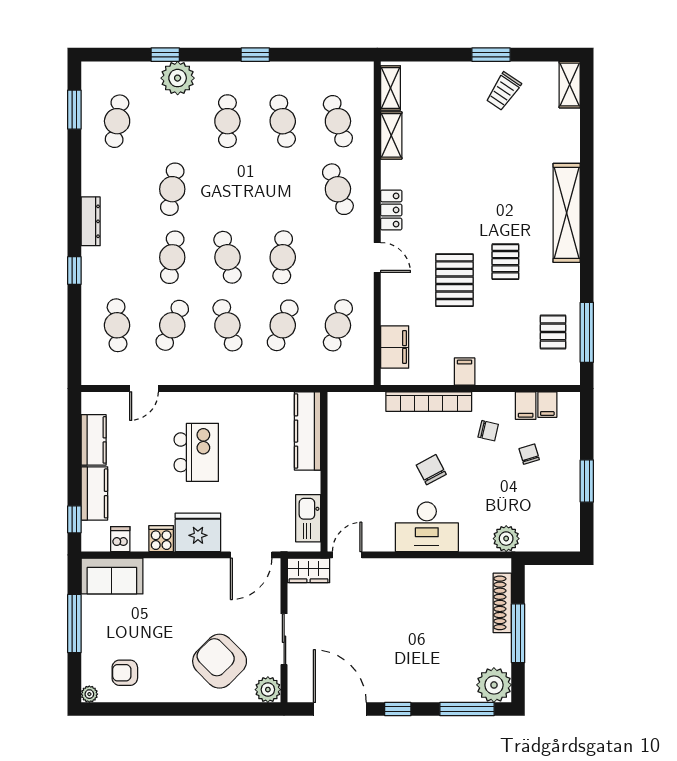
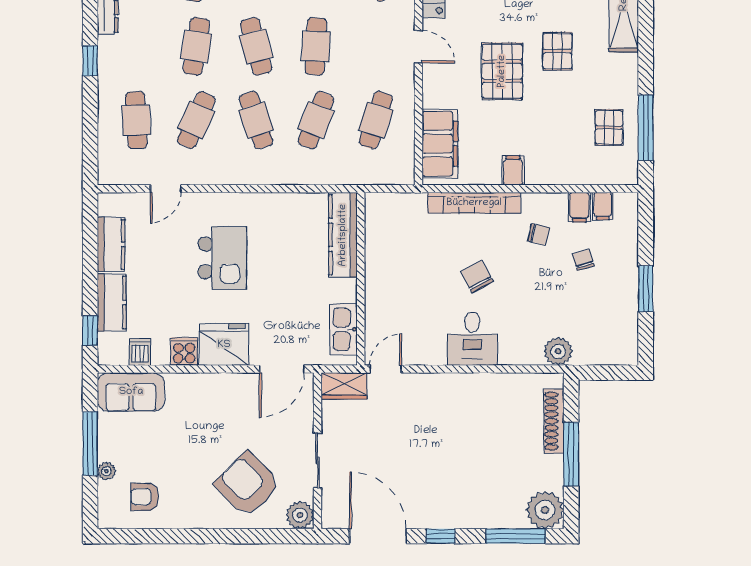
filing cabinet: (395, 347) -> (440, 144), width x1.50, depth x1.17
desk: (427, 527) -> (472, 339), width x0.73
plant: (89, 694) -> (106, 471), moved

